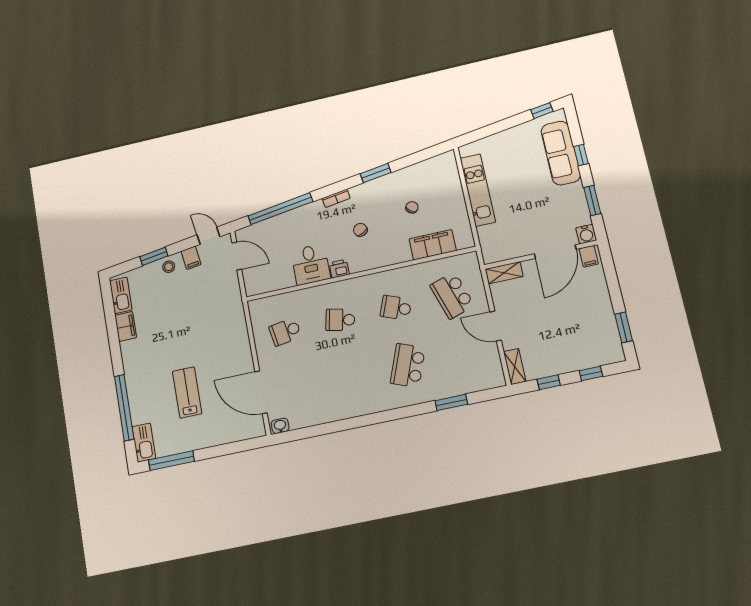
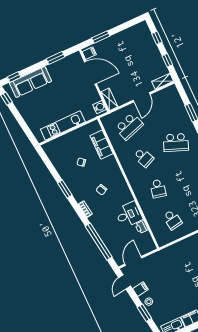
window: (581, 155) -> (14, 77), moved
water cooler: (586, 234) -> (99, 107), moved
printer: (339, 269) -> (142, 227), moved
school desk: (396, 308) -> (144, 157), turned -45
window: (624, 327) -> (101, 37), moved

